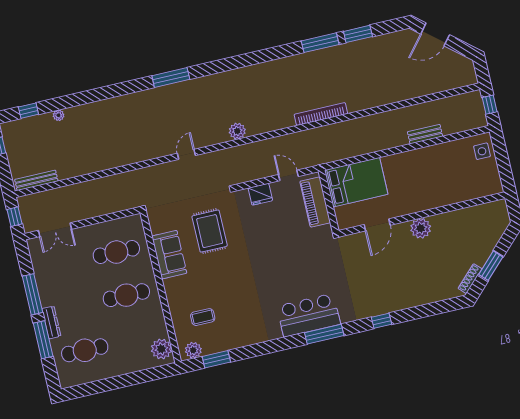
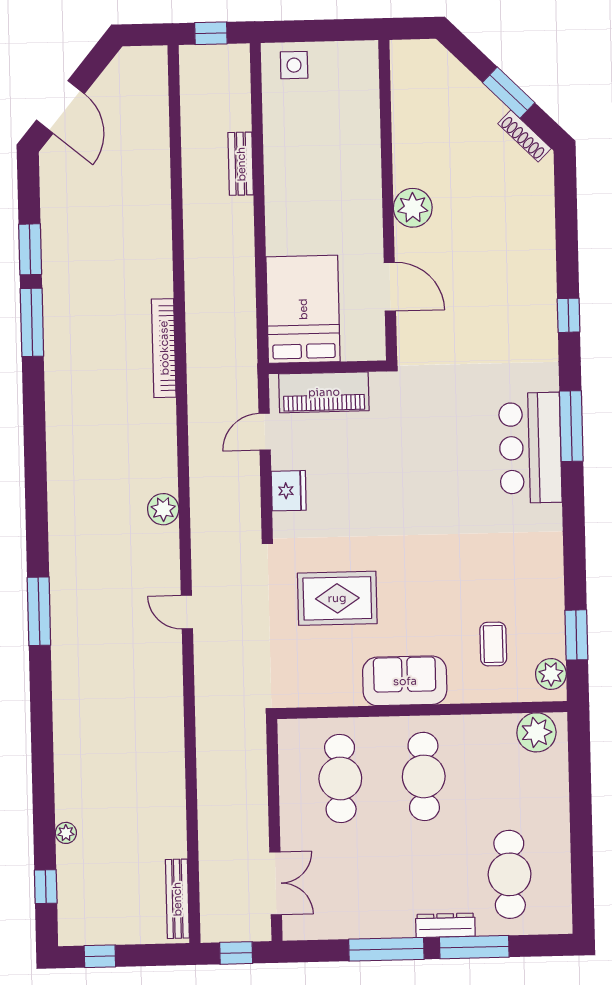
sofa: (169, 255) -> (405, 681), moved

